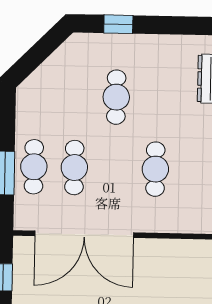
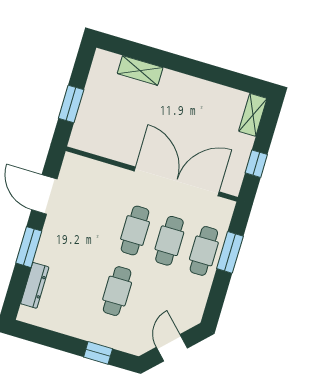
door: (40, 52) -> (172, 348), added
cafe table: (155, 169) -> (135, 231), moved

